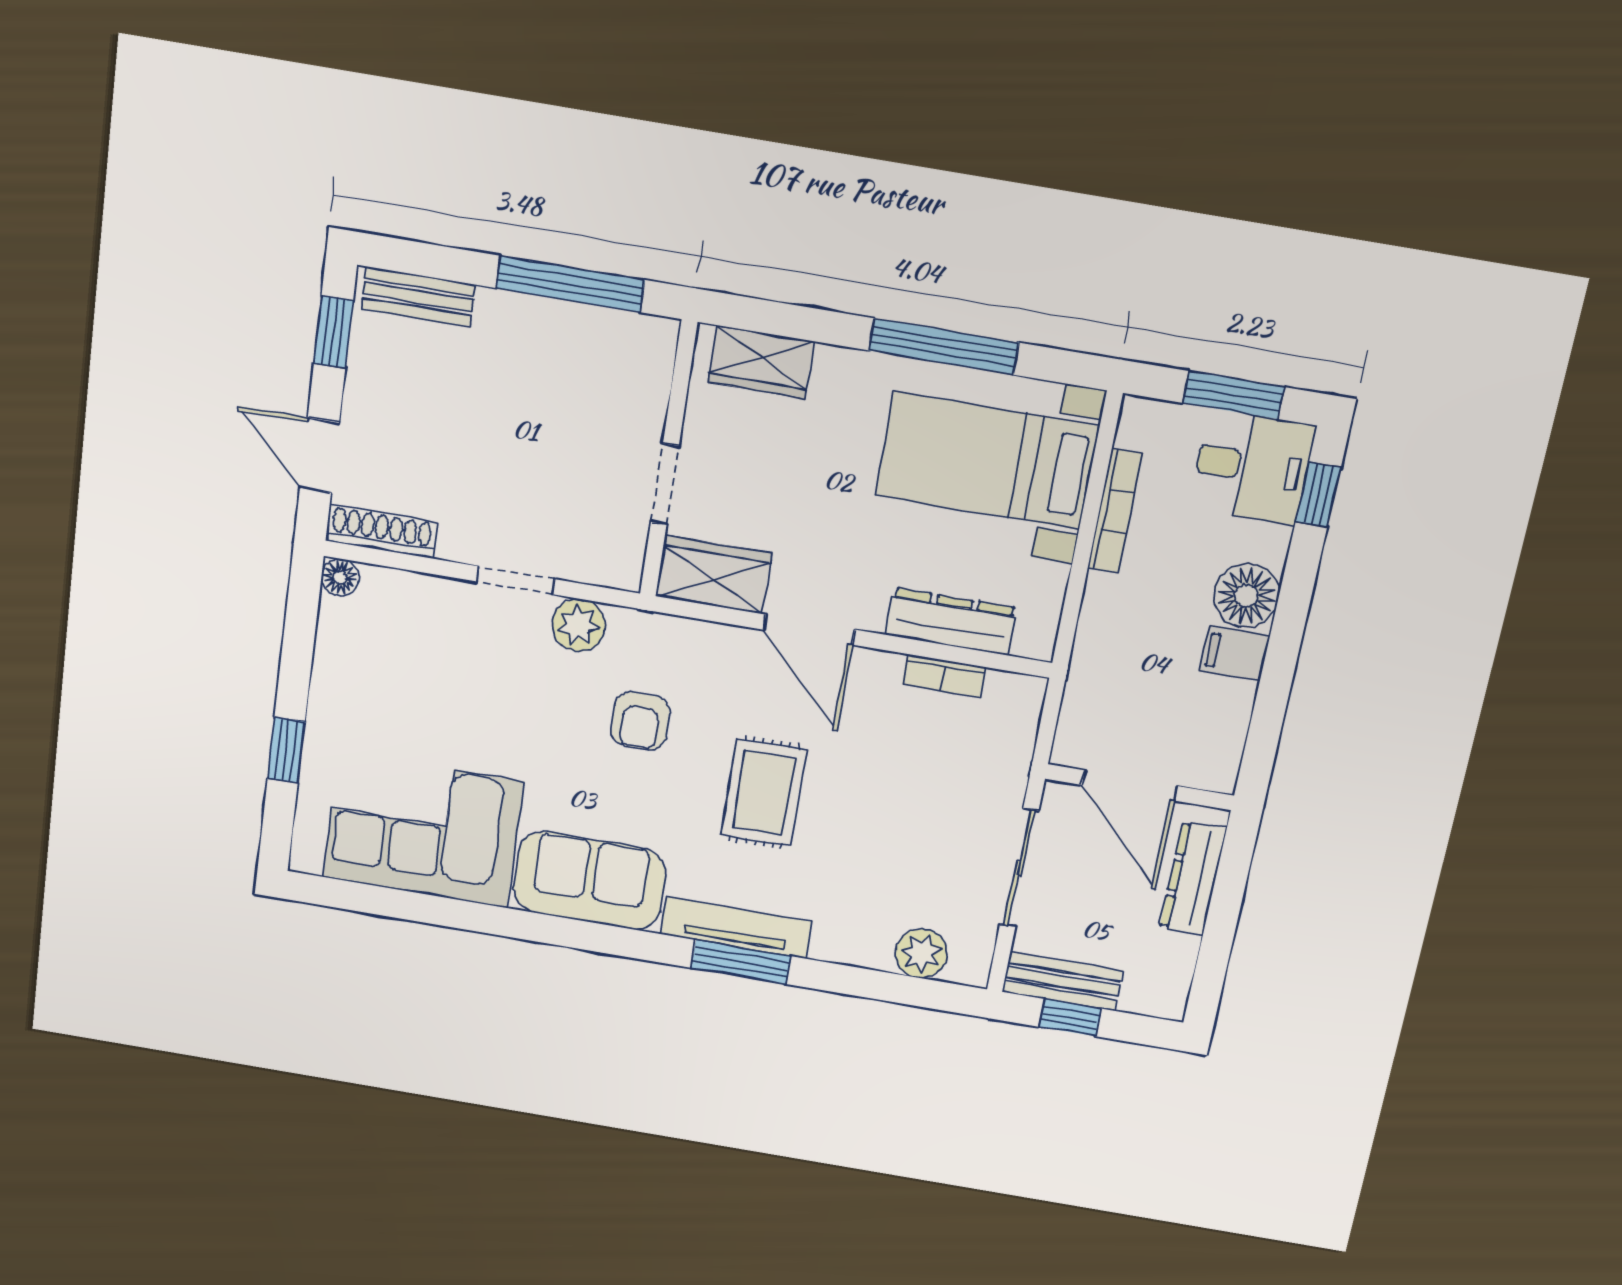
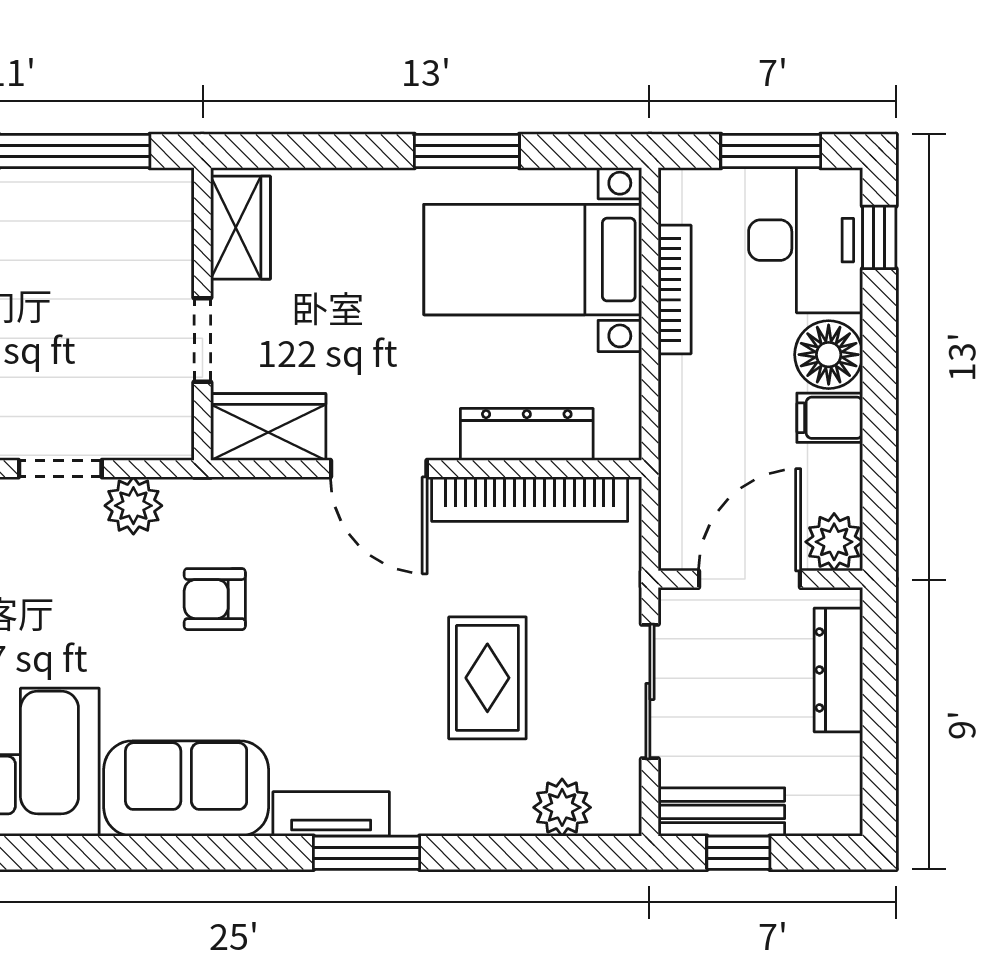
window: (944, 347) -> (467, 151), width x0.69
wardrobe: (761, 362) -> (240, 228), moved, turned -90
desk: (1252, 467) -> (806, 240), width x1.37
bookcase: (944, 676) -> (530, 499), width x2.31, depth x1.31
armchair: (640, 721) -> (215, 599), turned 90
plant: (1214, 766) -> (834, 542), added
door: (1130, 785) -> (750, 579), swing flipped
rug: (764, 793) -> (487, 678), moved
tv unit: (736, 928) -> (331, 814), width x0.71

